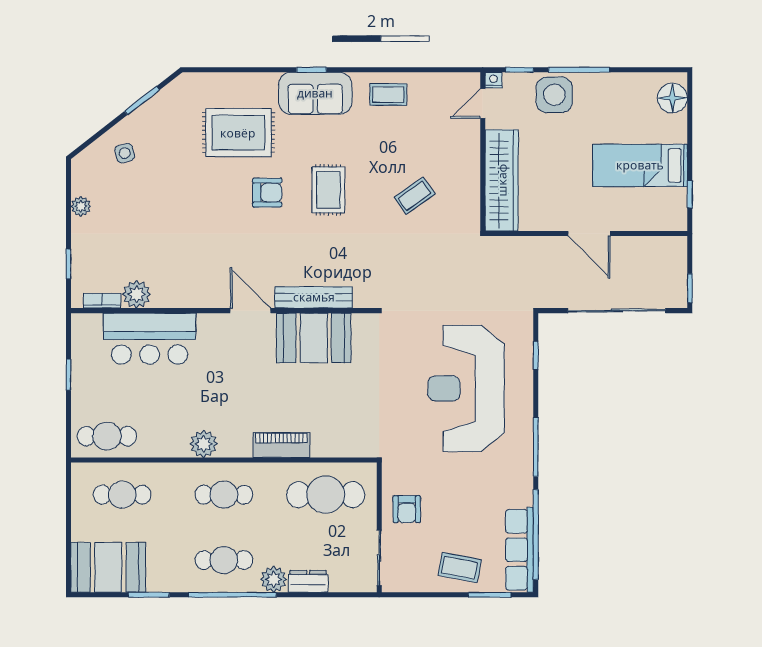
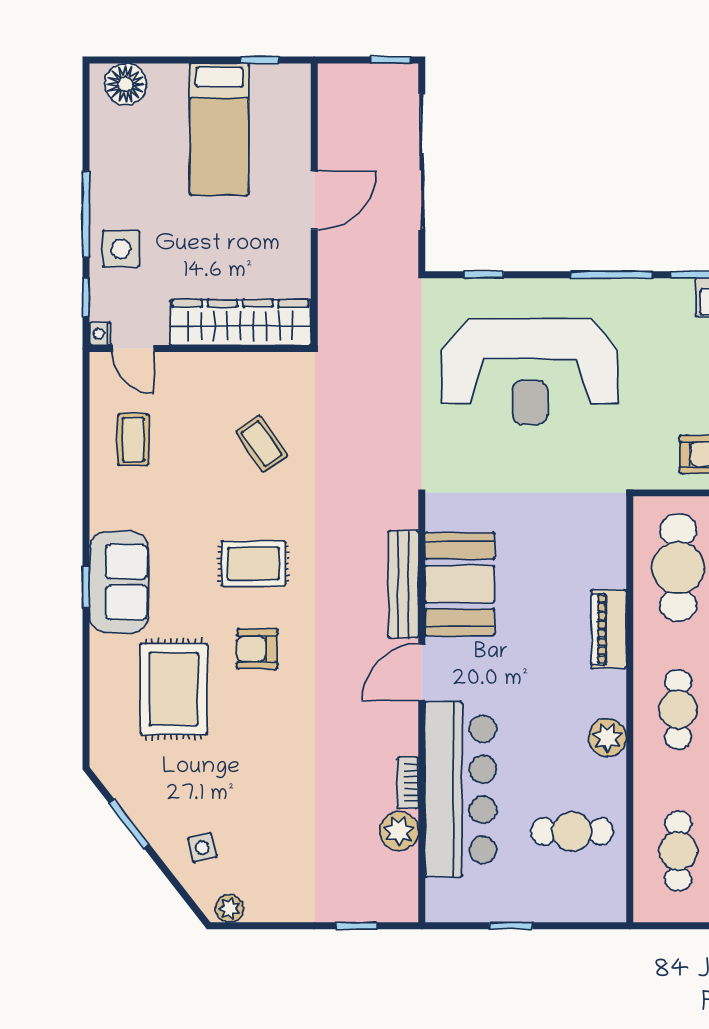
coffee table: (388, 95) -> (133, 440), moved
side table: (554, 95) -> (121, 249), width x0.73, depth x0.73
armchair: (267, 193) -> (257, 649), turned -90
plant: (81, 206) -> (229, 909), moved
bookcase: (102, 301) -> (408, 783), moved
bar counter: (150, 339) -> (461, 789), width x1.36
cafe table: (107, 436) -> (572, 831), moved, turned 90

